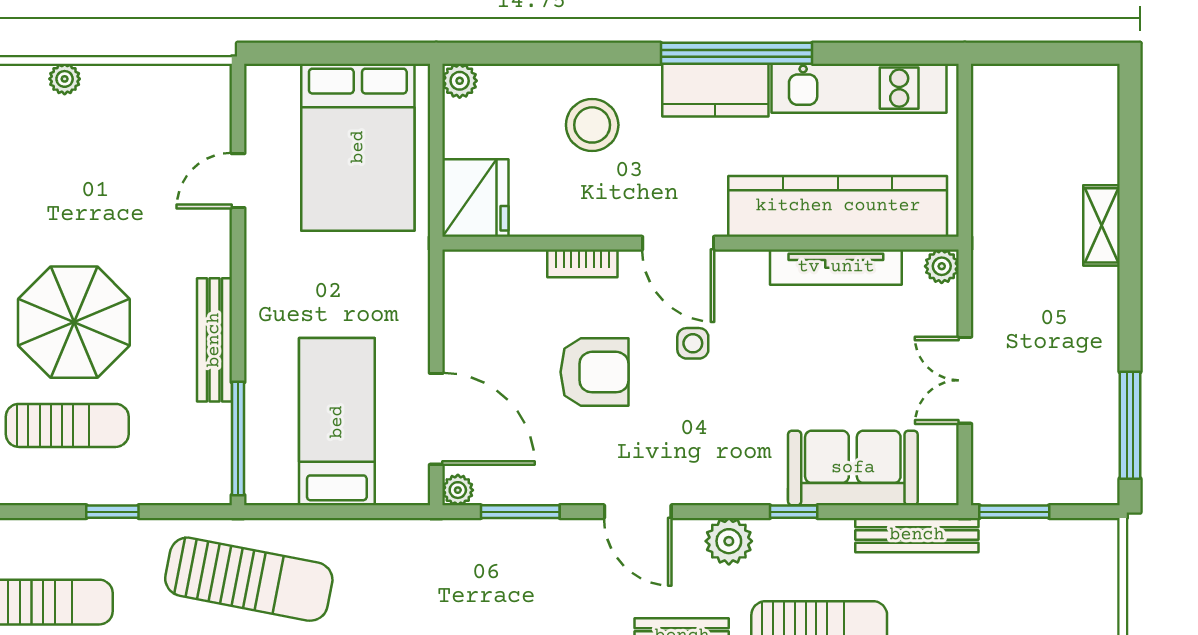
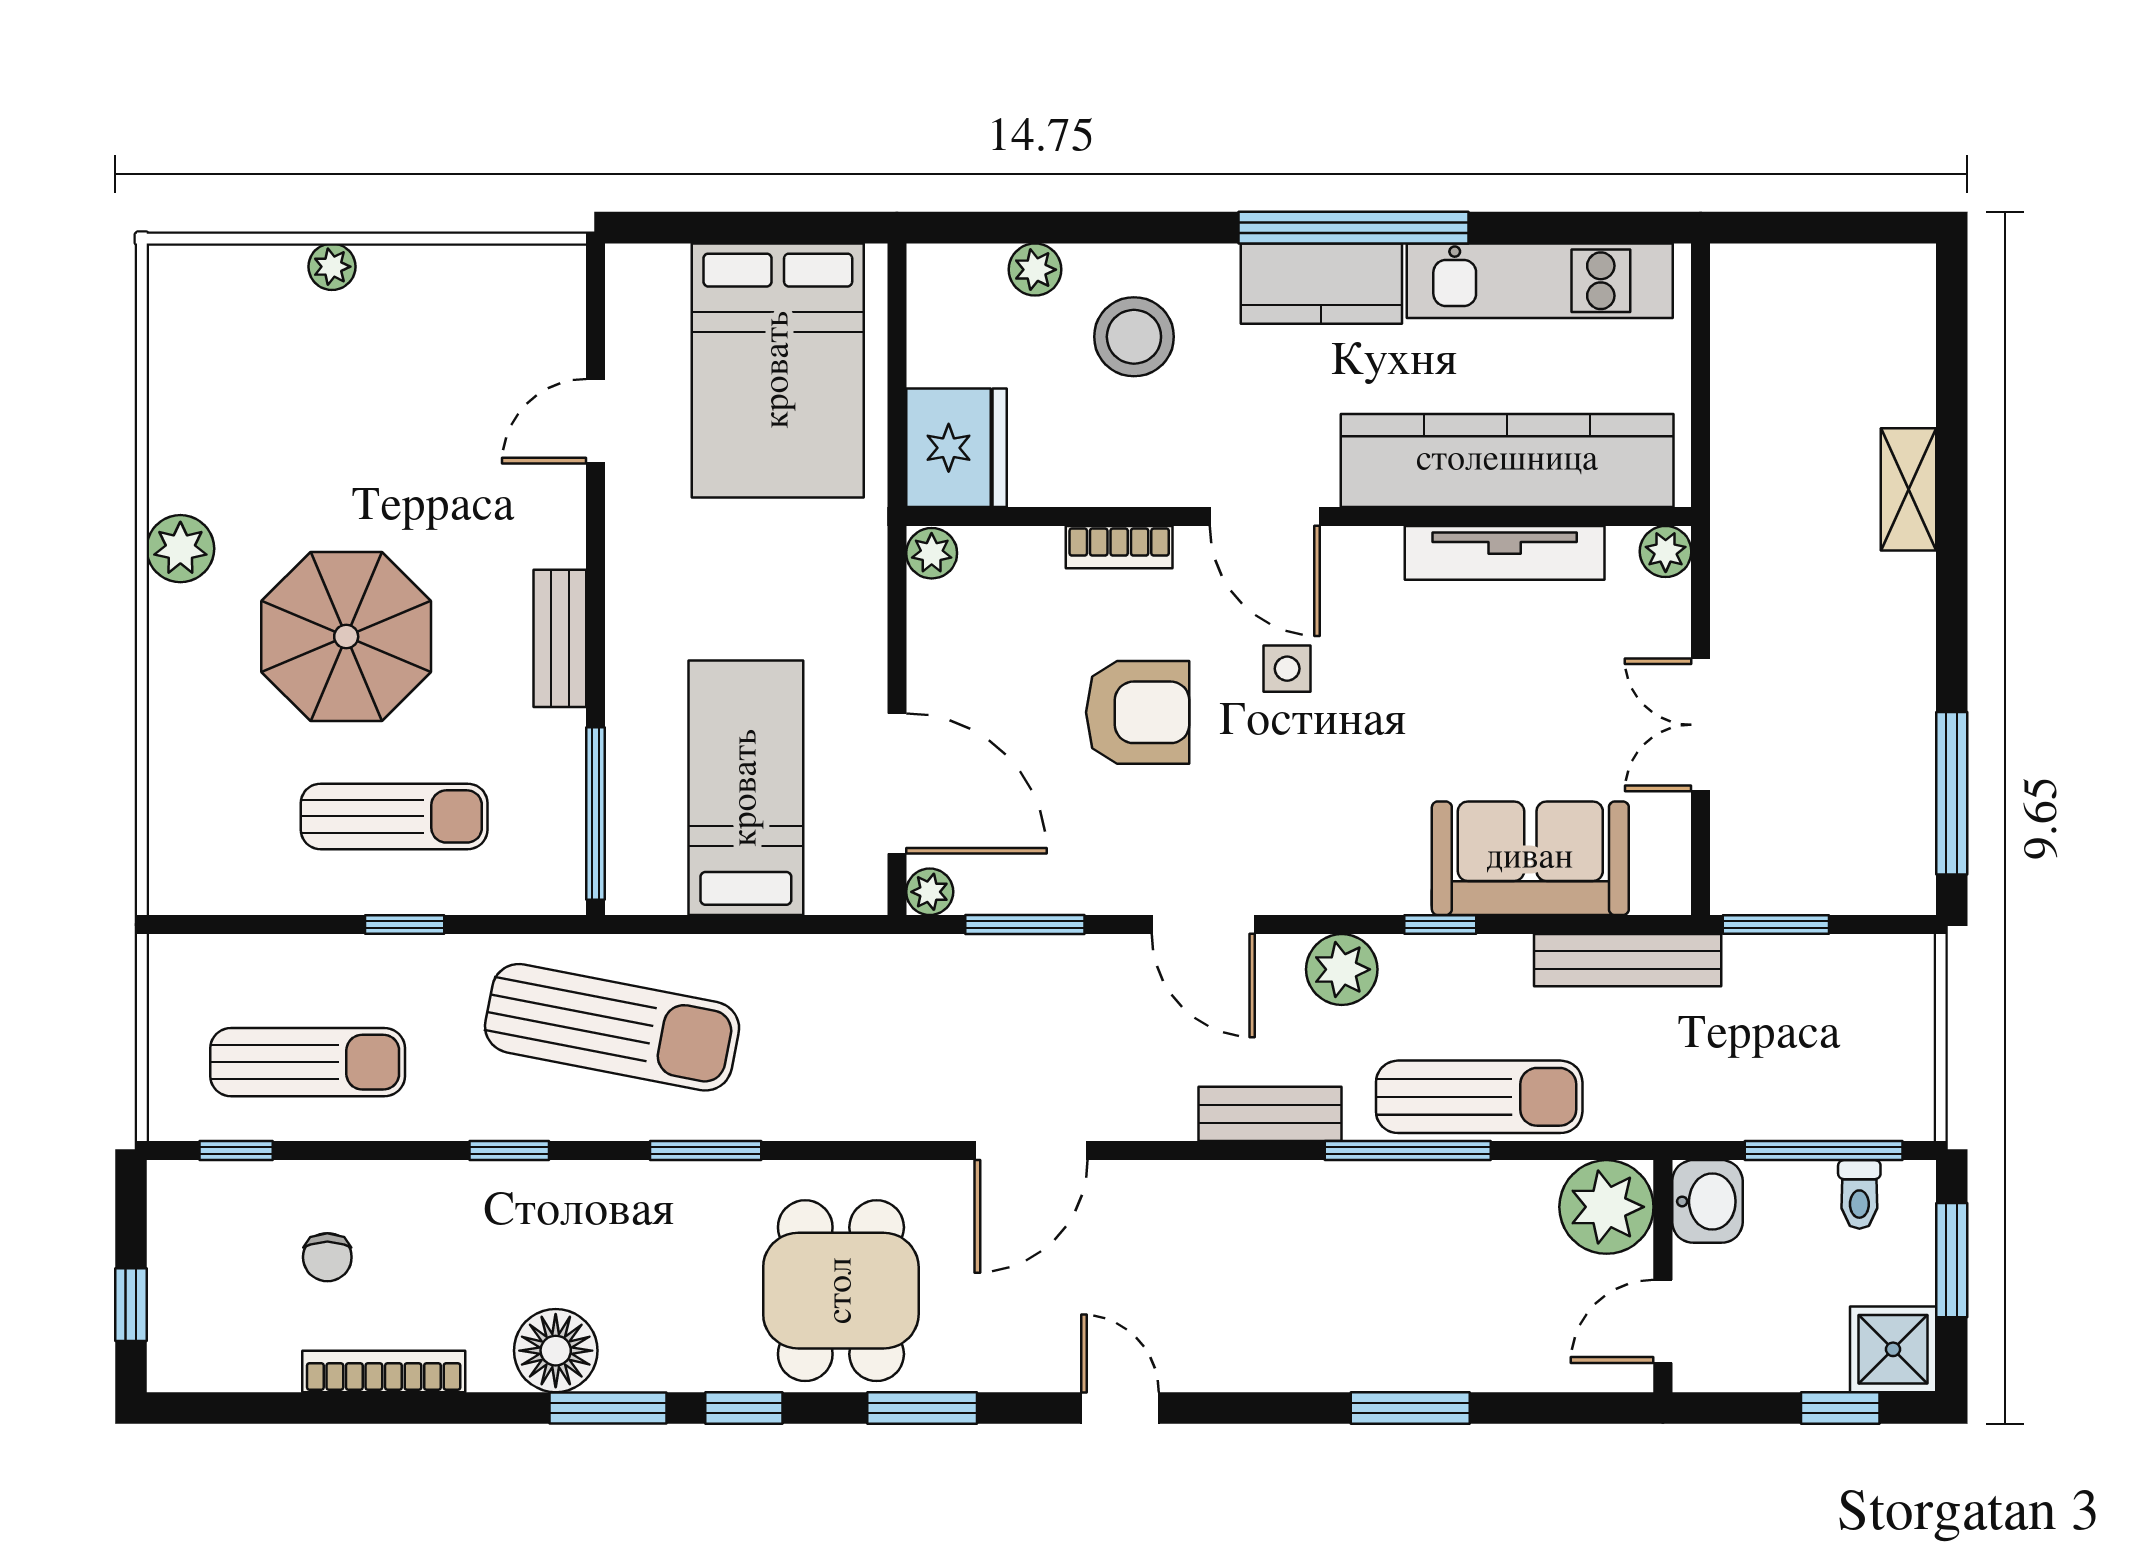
plant: (460, 81) -> (1035, 270), moved
plant: (459, 267) -> (932, 553), added
bench: (214, 340) -> (560, 638), width x0.73
sun lounger: (67, 425) -> (394, 816), moved

